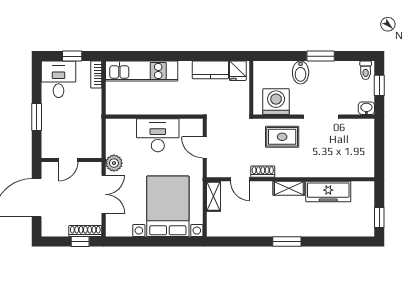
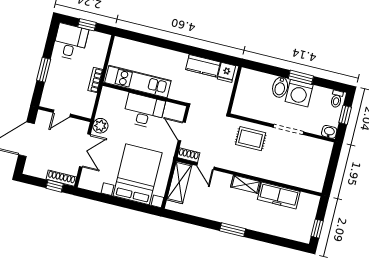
kitchen unit: (142, 71) -> (138, 82), moved, turned 180
bookcase: (96, 74) -> (95, 80), moved
washing machine: (276, 102) -> (299, 93), moved, turned 180
shoe rack: (263, 172) -> (188, 155), moved
shelving: (213, 196) -> (179, 182), width x1.50, depth x1.33

